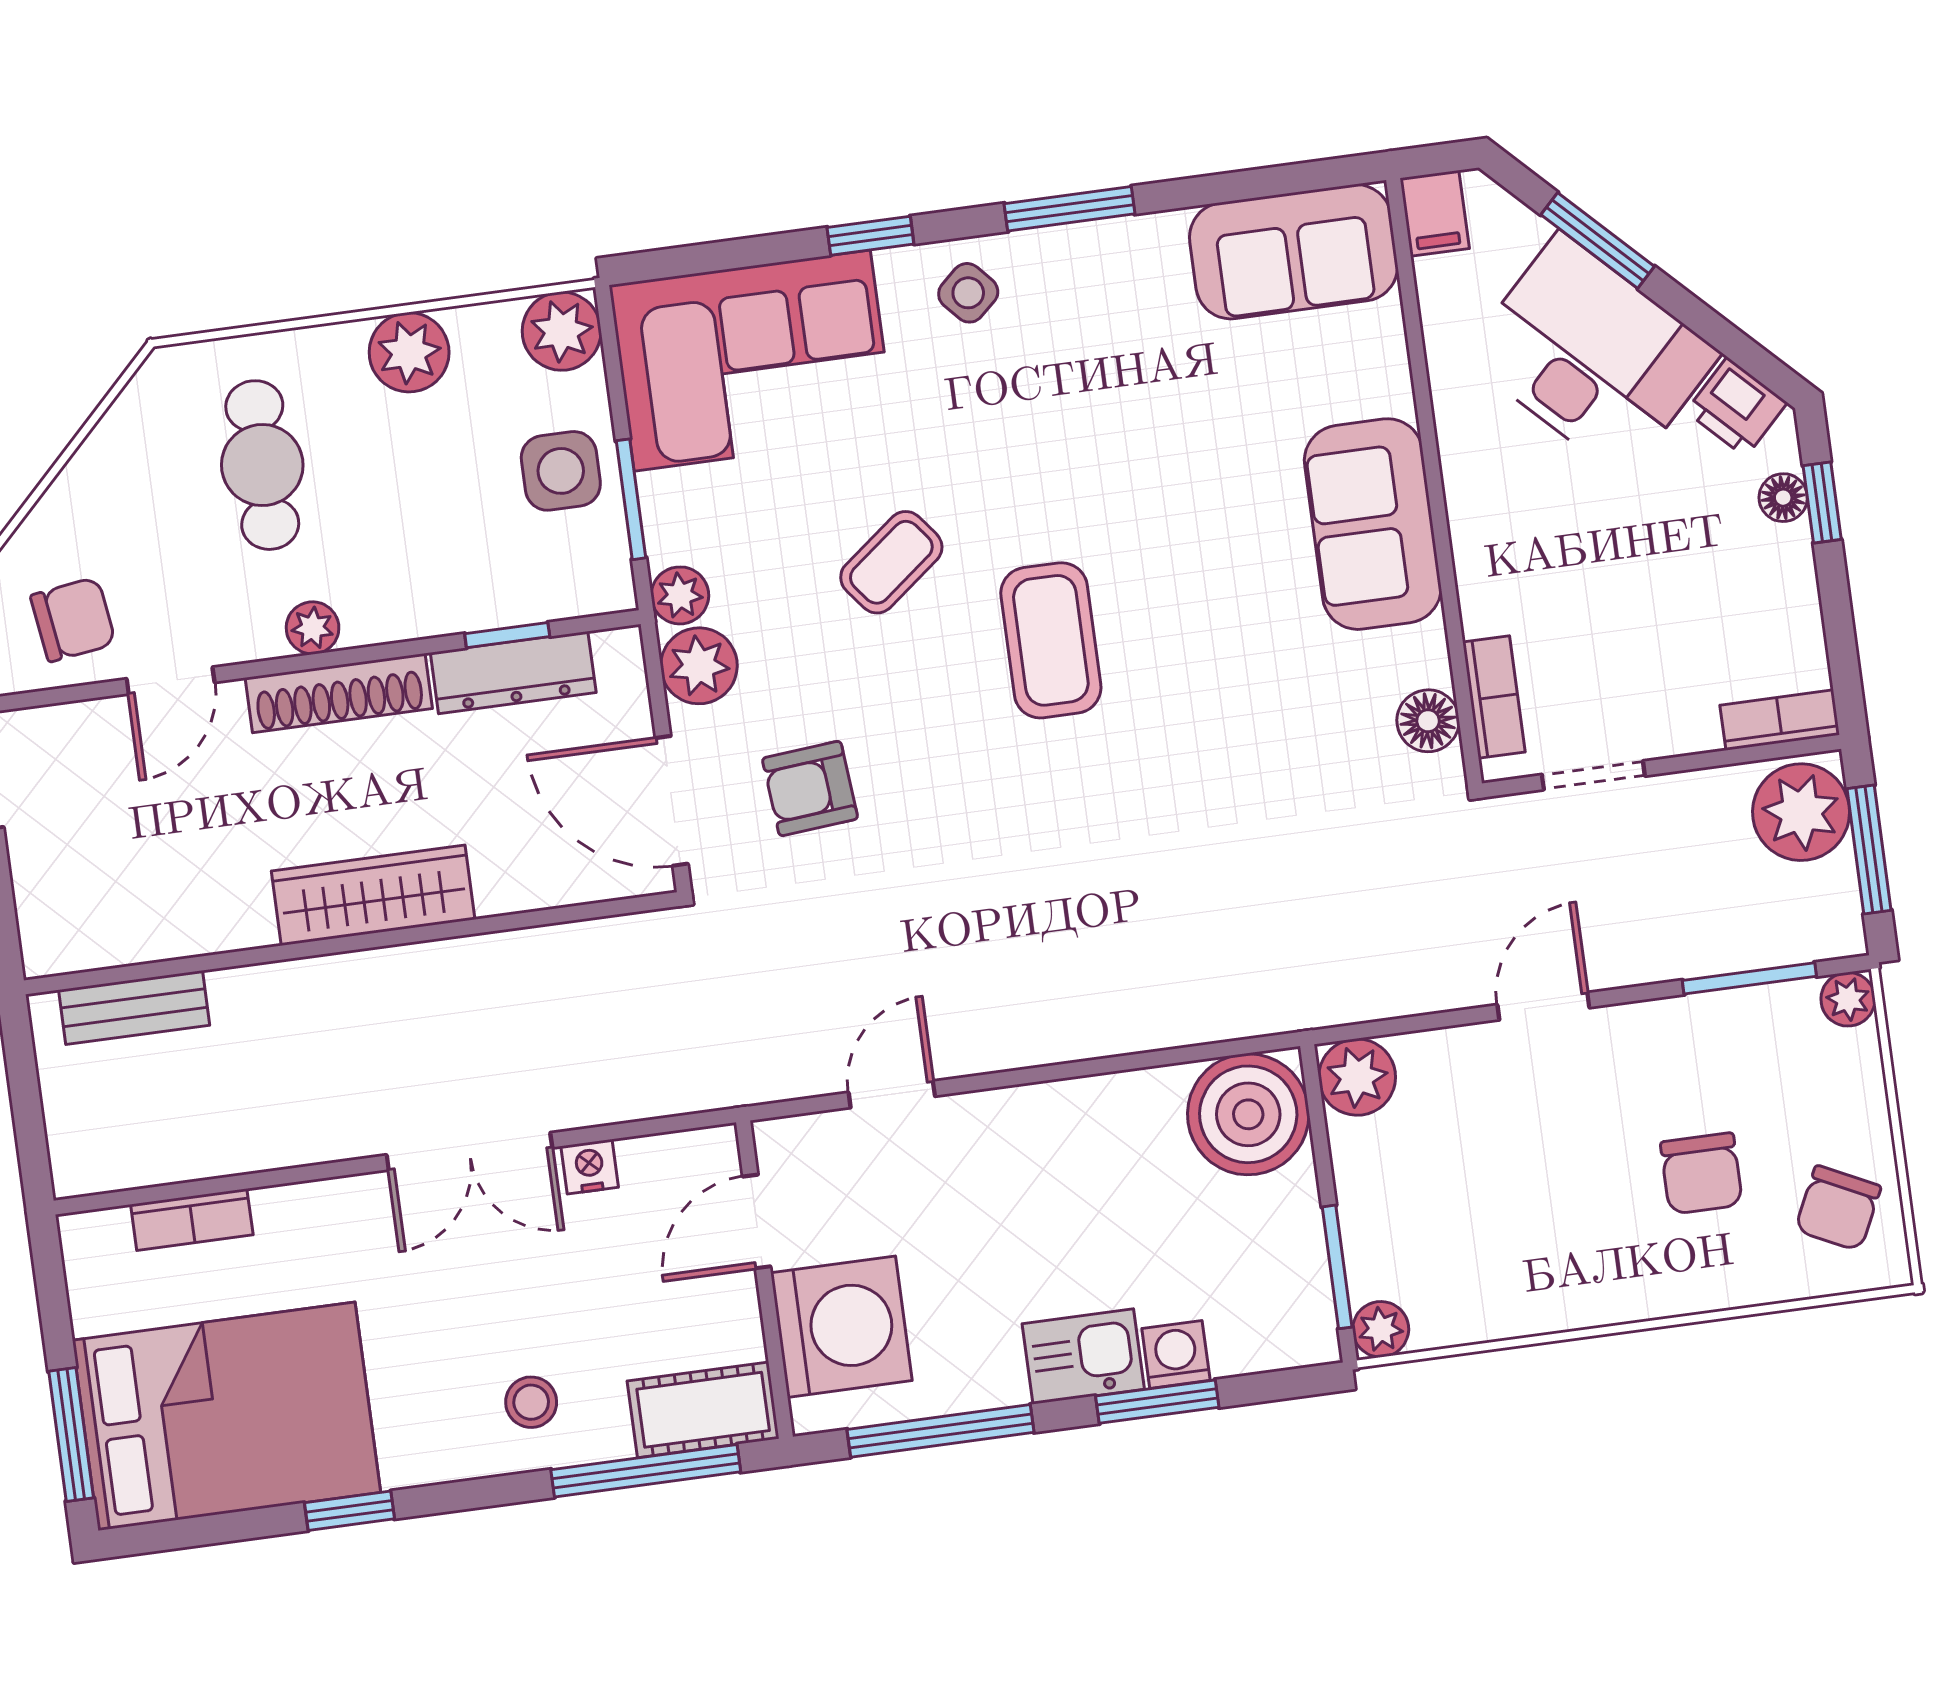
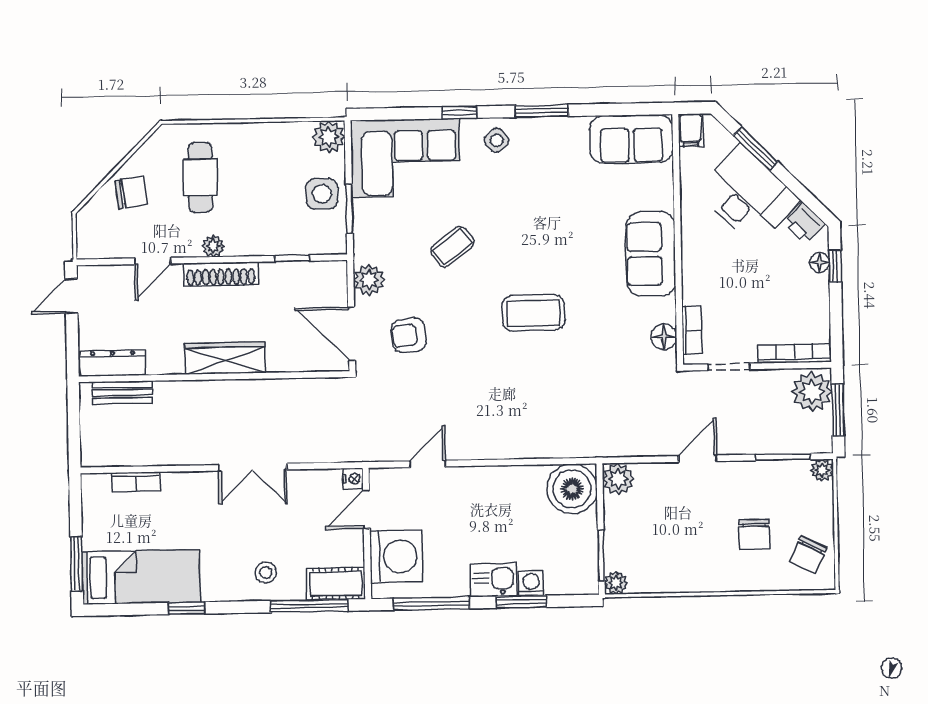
plant: (409, 352) -> (266, 138), removed
plant: (680, 595) -> (365, 250), removed
chair: (73, 619) -> (131, 192), moved
coffee table: (1051, 640) -> (533, 313), moved, turned 90
dresser: (513, 673) -> (113, 363), moved, turned 180
bookcase: (1780, 720) -> (794, 353), width x1.56
nightstand: (590, 1167) -> (353, 479), moved, turned 90
bed: (226, 1416) -> (141, 577), width x0.67

